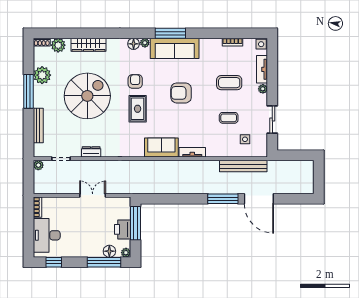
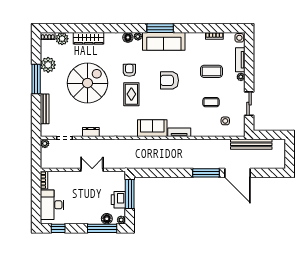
bench: (243, 166) -> (251, 144), moved

